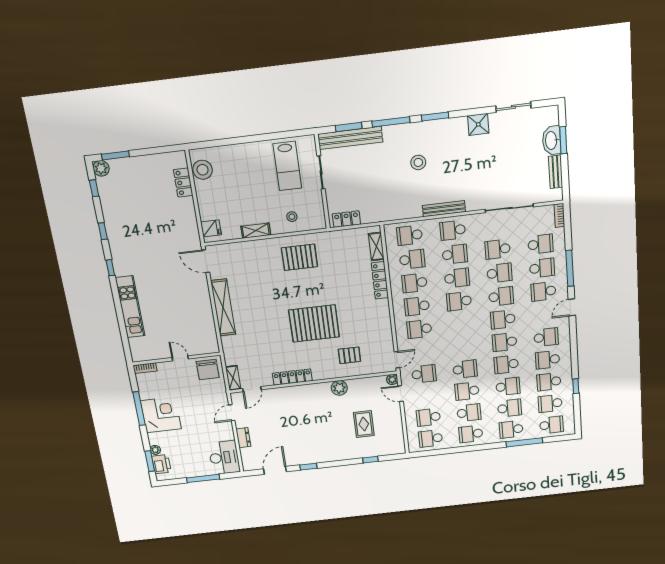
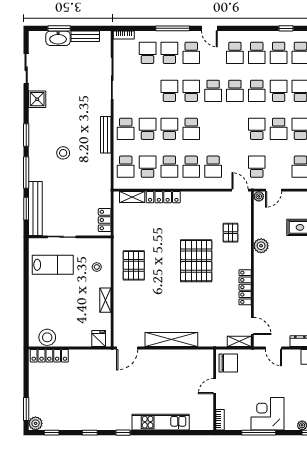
locker: (183, 183) -> (49, 356), width x1.53
school desk: (498, 249) -> (148, 91), removed
school desk: (546, 337) -> (235, 53), turned 180

